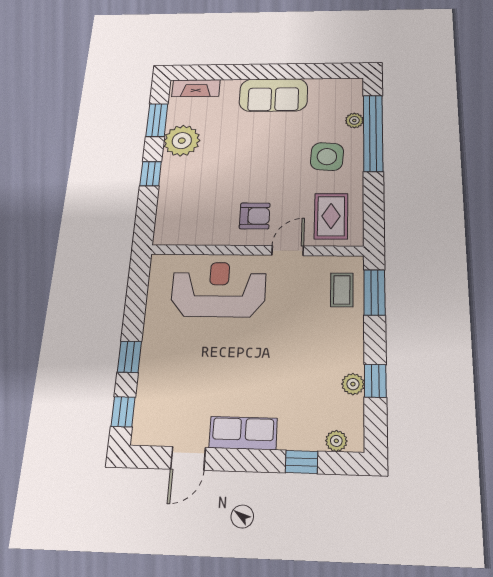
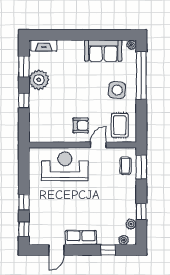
sofa: (273, 95) -> (103, 51), moved
plant: (354, 120) -> (131, 45), moved
plant: (353, 384) -> (131, 224), moved

